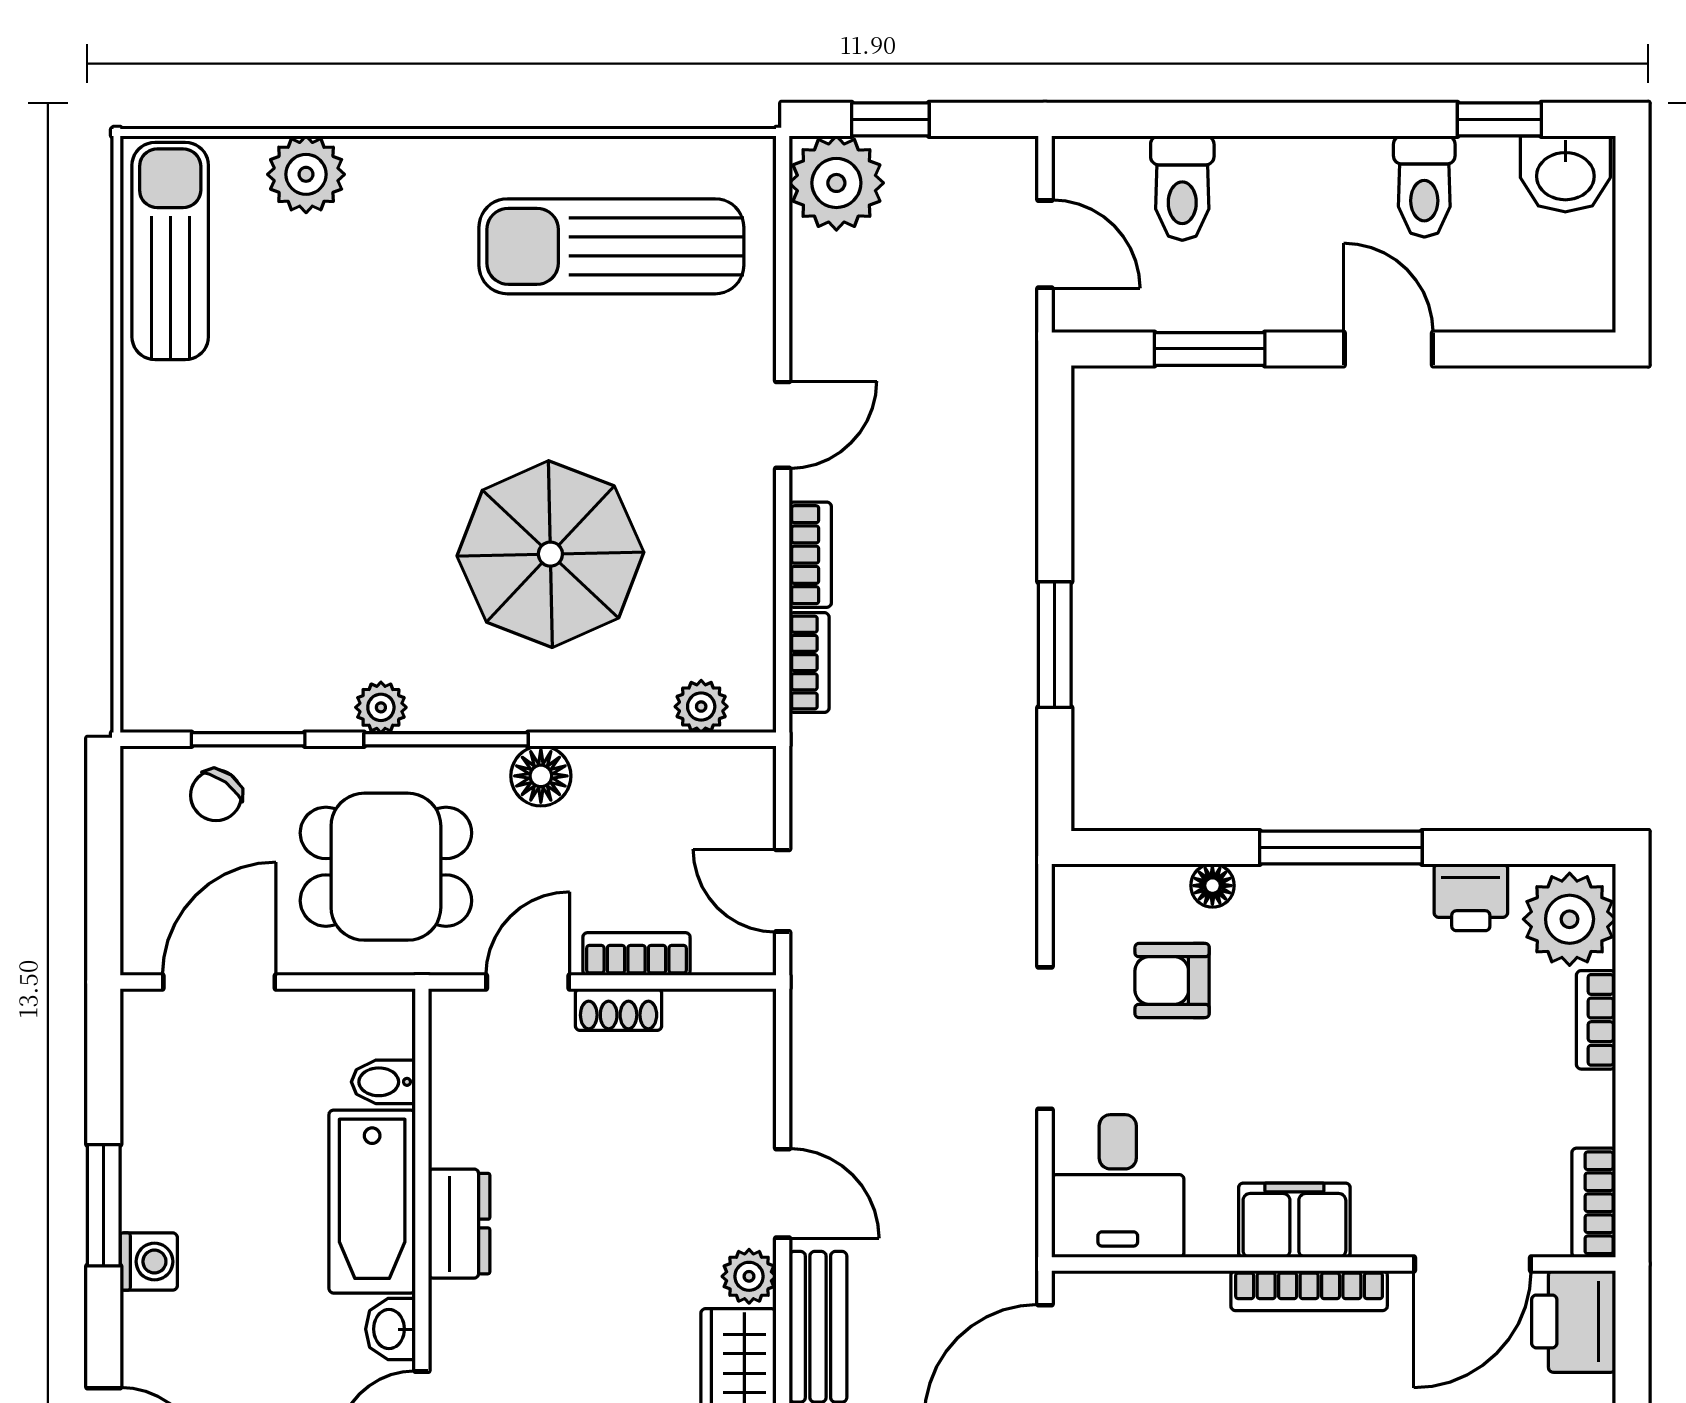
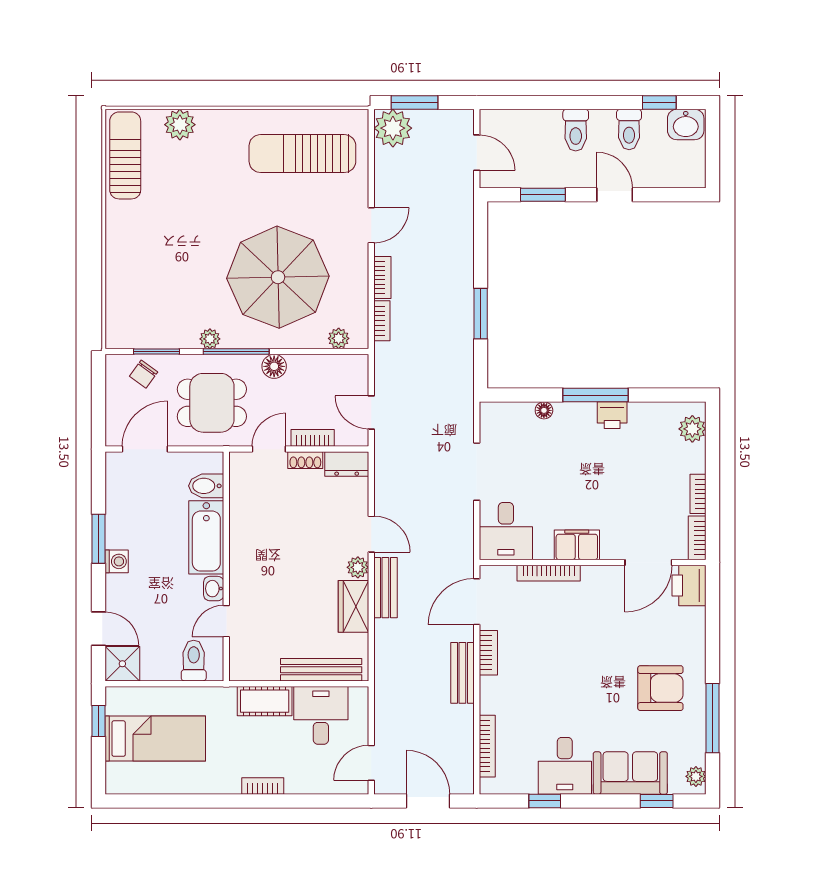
window: (890, 119) -> (415, 103), width x1.50
toilet: (1182, 188) -> (576, 130), moved
parasol: (550, 554) -> (278, 277), width x1.36, depth x1.36
printer: (1471, 897) -> (612, 415), moved
plant: (1570, 919) -> (692, 429), width x0.73, depth x0.73
armchair: (1172, 981) -> (528, 449), removed
bookcase: (1596, 1020) -> (698, 494), moved
bidet: (383, 1082) -> (206, 486), width x1.38, depth x1.36
dresser: (459, 1224) -> (347, 464), moved, turned 90
bookcase: (1309, 1291) -> (549, 573), moved

